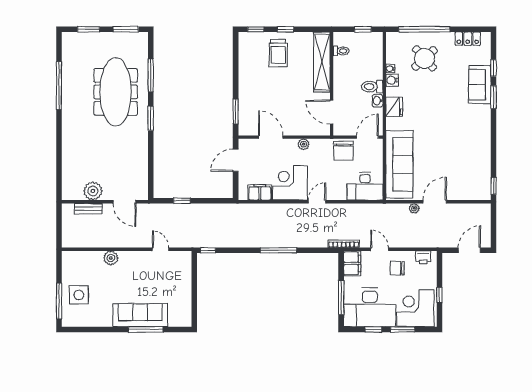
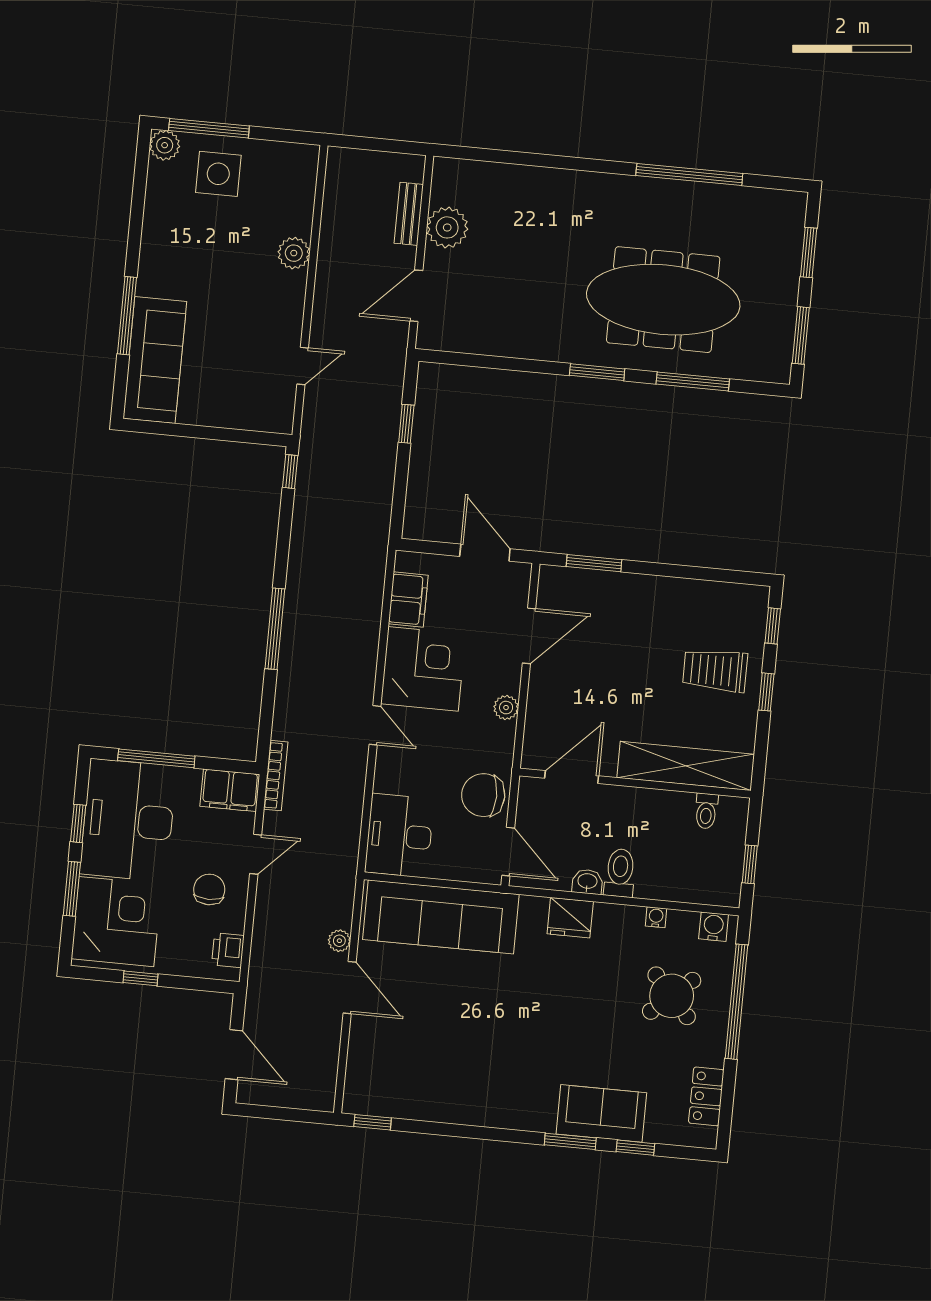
water cooler: (392, 80) -> (714, 927), moved
sofa: (140, 315) -> (155, 360), moved
plant: (68, 320) -> (165, 145), added

